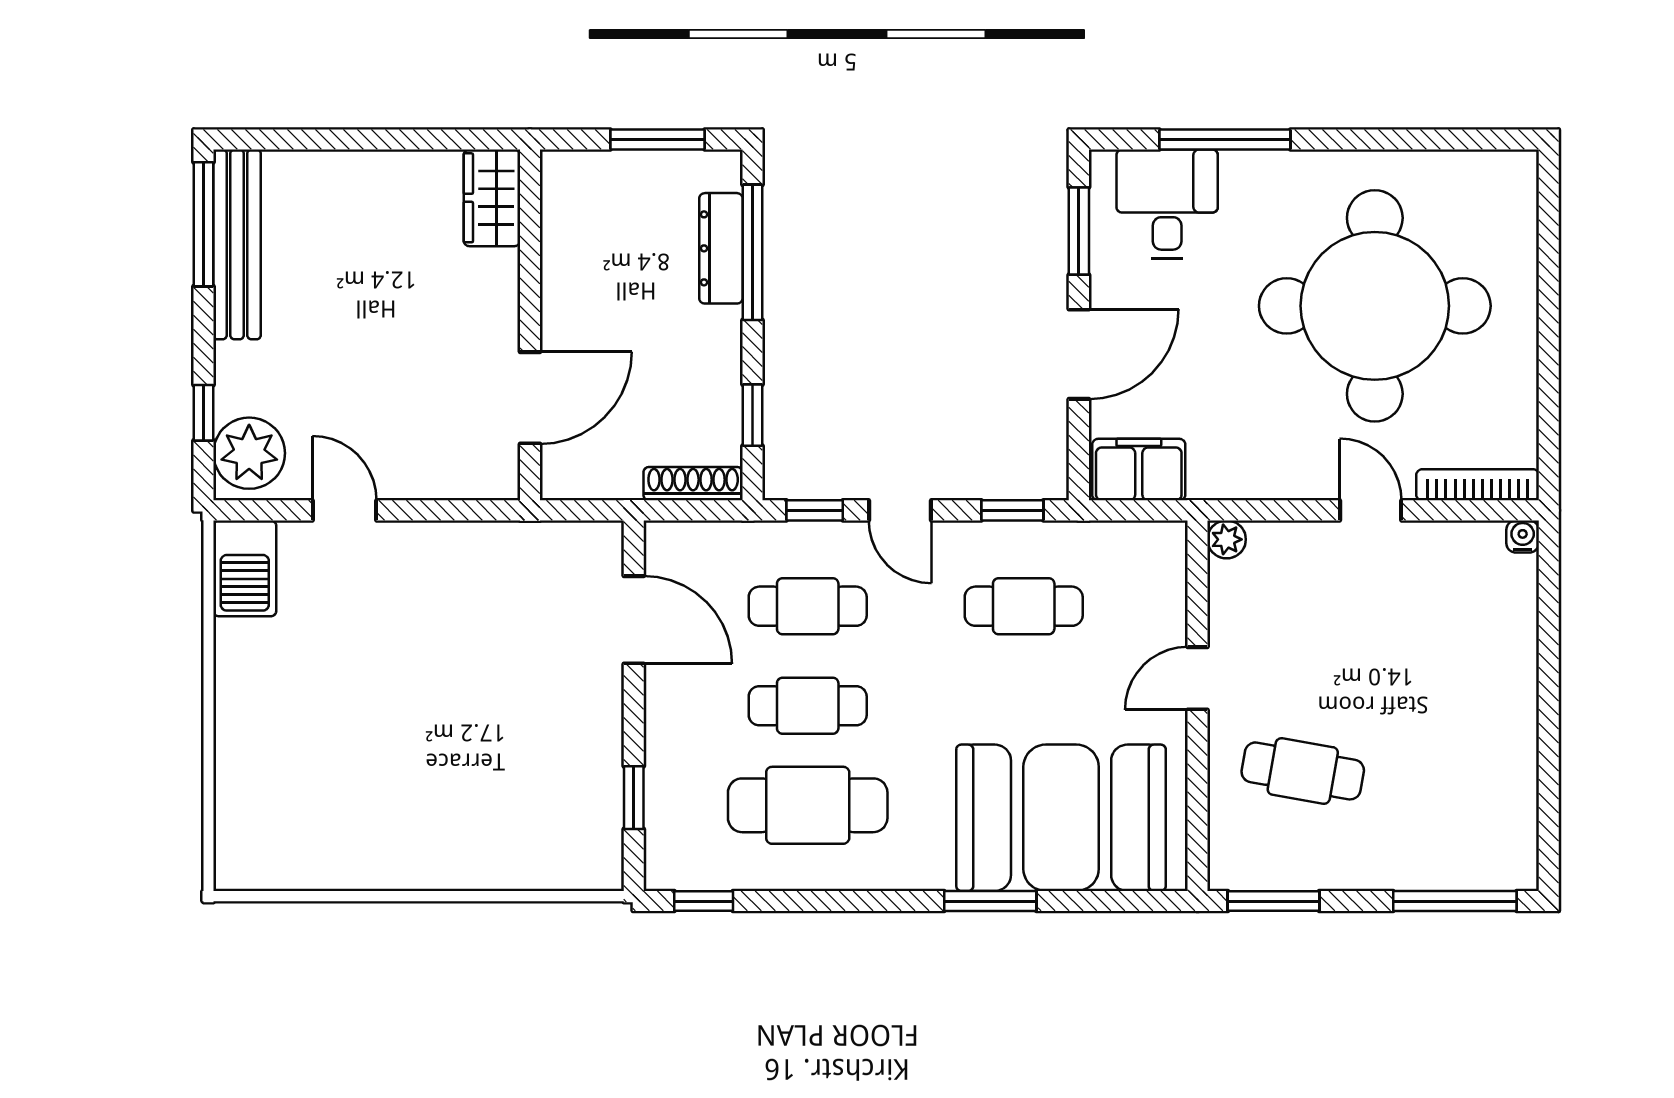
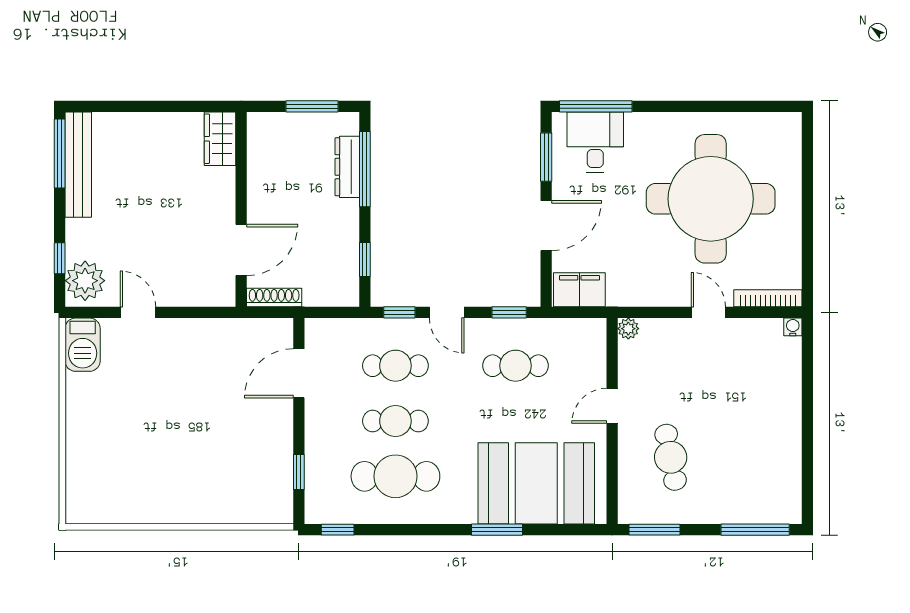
window: (1225, 139) -> (596, 106), moved
shoe rack: (693, 484) -> (274, 298), moved
door: (634, 620) -> (299, 373), swing flipped
cafe table: (1303, 771) -> (671, 457), turned 69

